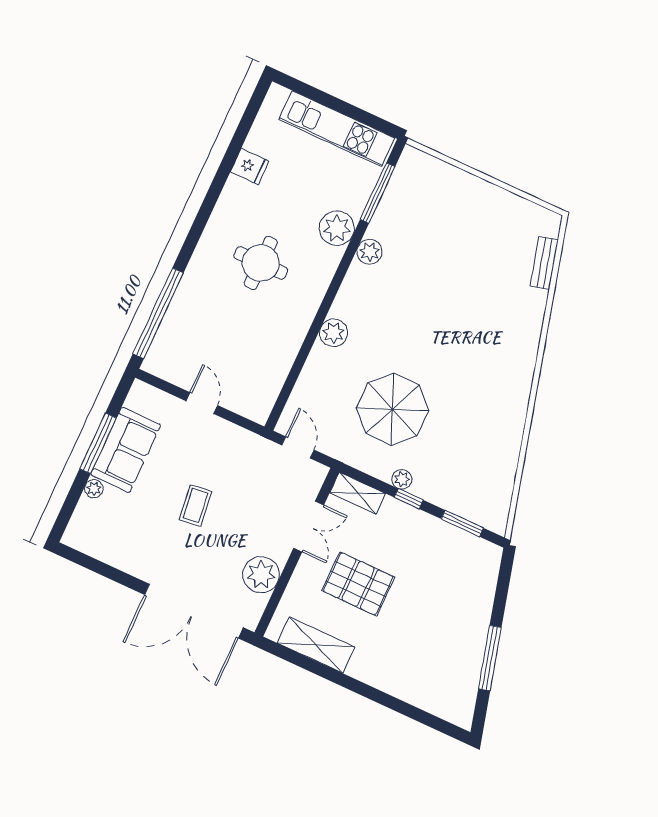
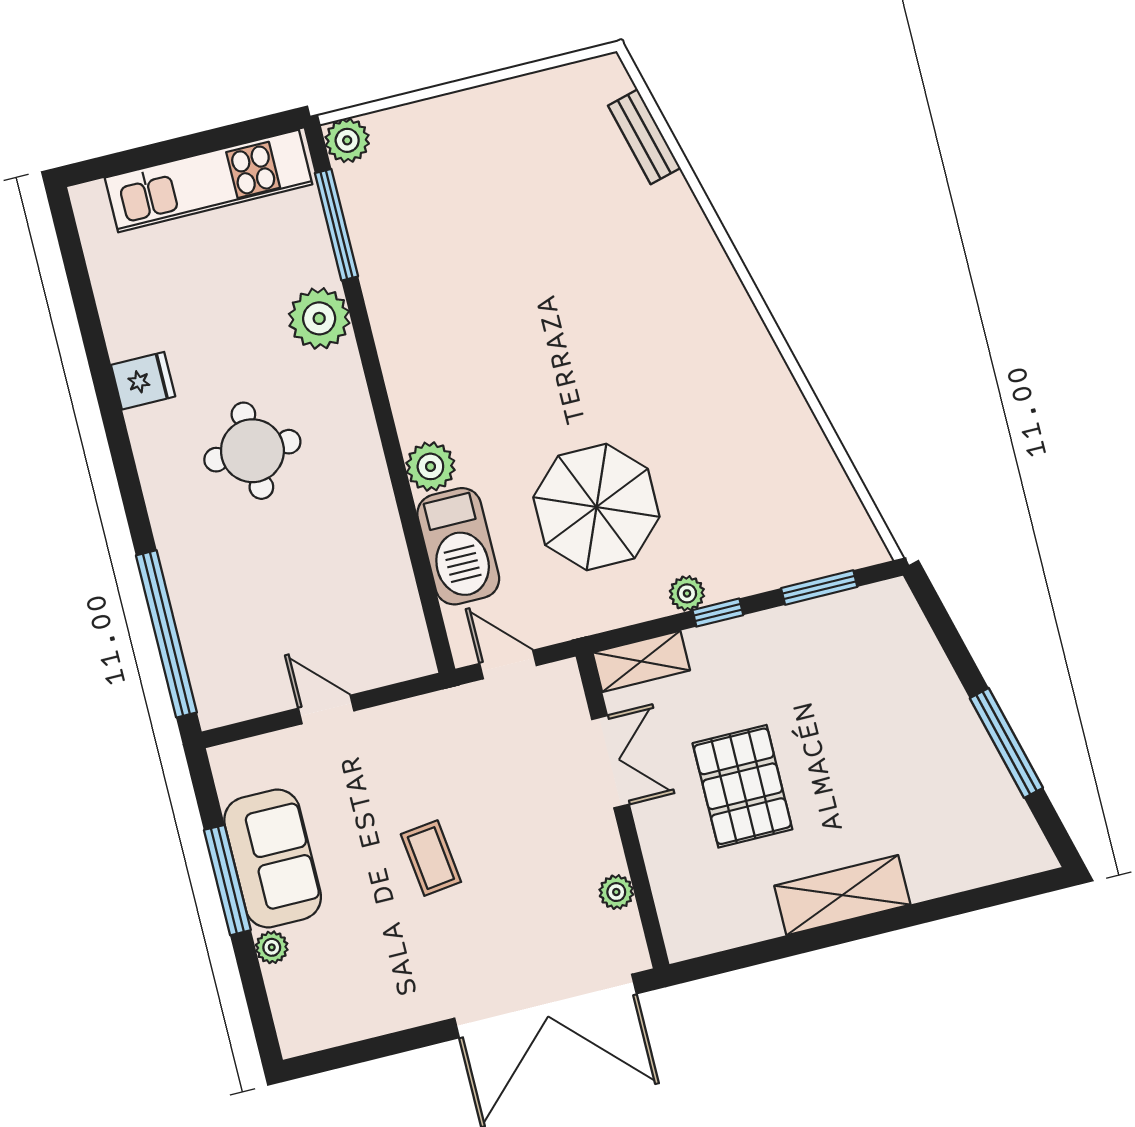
fridge: (250, 166) -> (143, 381), moved
plant: (370, 252) -> (347, 140), moved
barbecue: (318, 378) -> (458, 546), added
plant: (261, 575) -> (616, 892), width x0.53, depth x0.53
pallet: (358, 584) -> (742, 786), turned 90
shelving: (316, 645) -> (842, 895), moved

